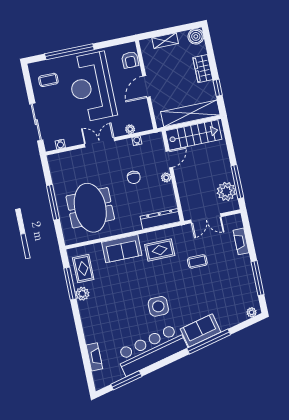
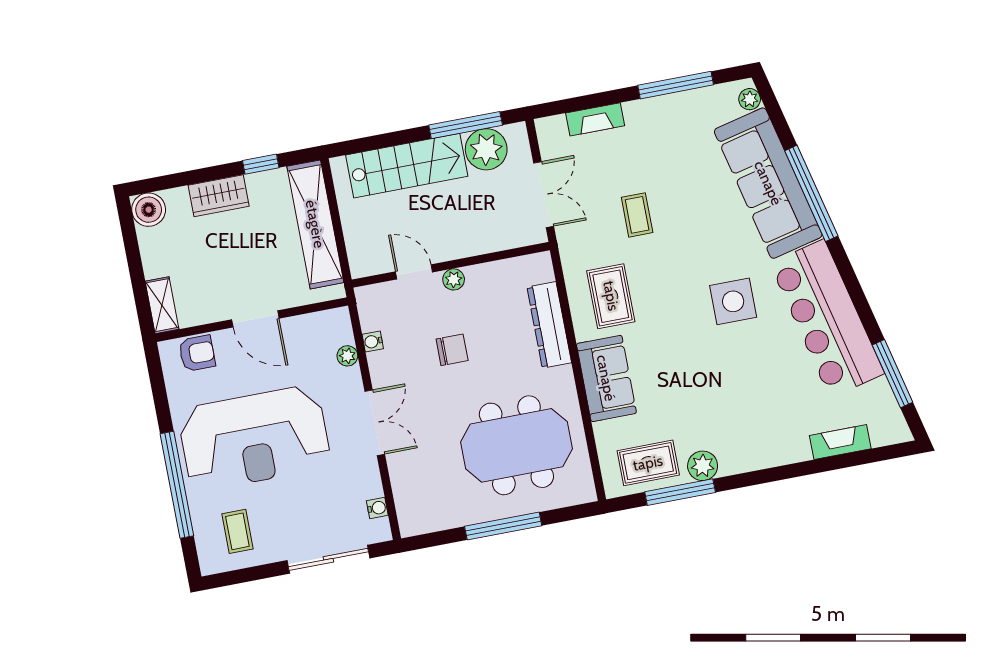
shelving: (165, 41) -> (162, 305), moved
stairs: (194, 135) -> (407, 166), moved, turned 90
double door: (100, 142) -> (375, 423), swing flipped
dresser: (160, 219) -> (549, 325), moved
sofa: (201, 331) -> (768, 183), width x1.85, depth x1.27

